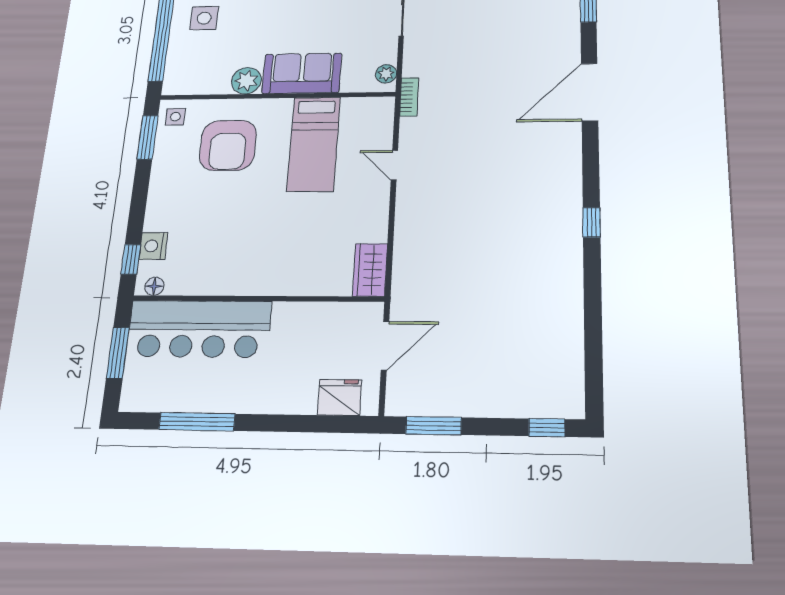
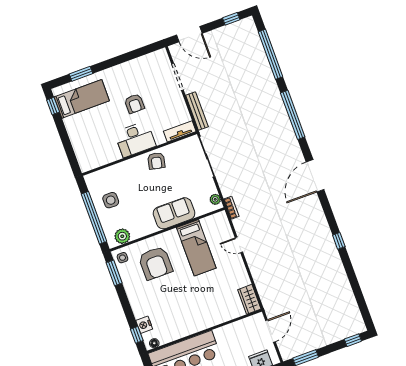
plant: (246, 81) -> (122, 236), moved

